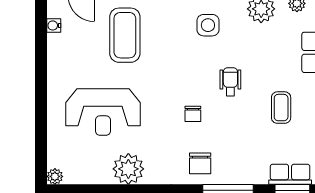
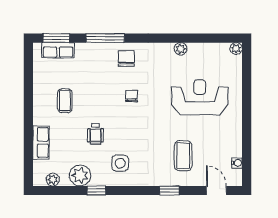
coffee table: (125, 35) -> (183, 156), width x0.73, depth x0.76
wheelchair: (230, 82) -> (95, 134), moved
plant: (128, 169) -> (180, 49), width x0.53, depth x0.53

